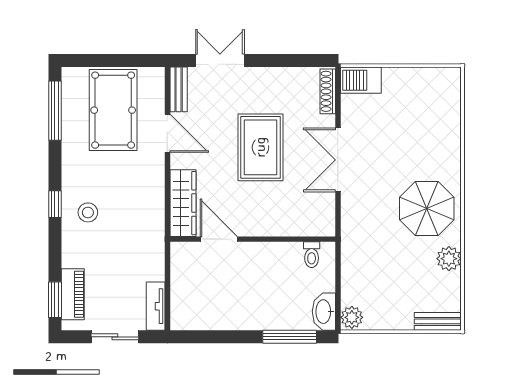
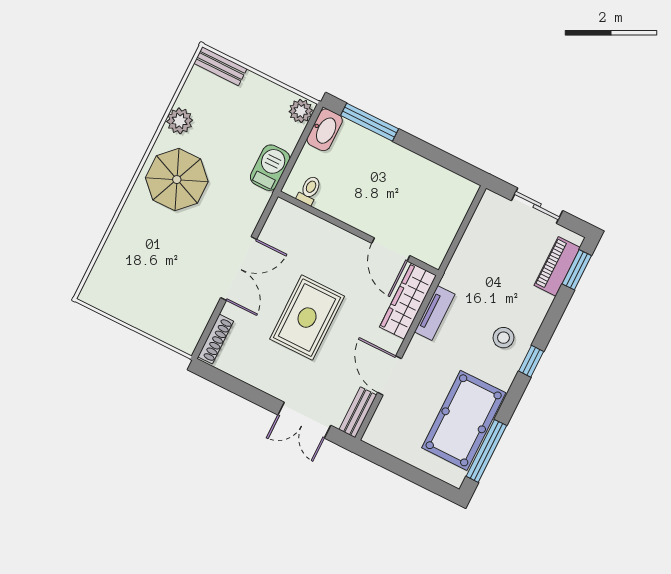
barbecue: (361, 80) -> (270, 168), moved, turned -90
pool table: (113, 110) -> (464, 420), moved
tv unit: (156, 306) -> (435, 313), moved

